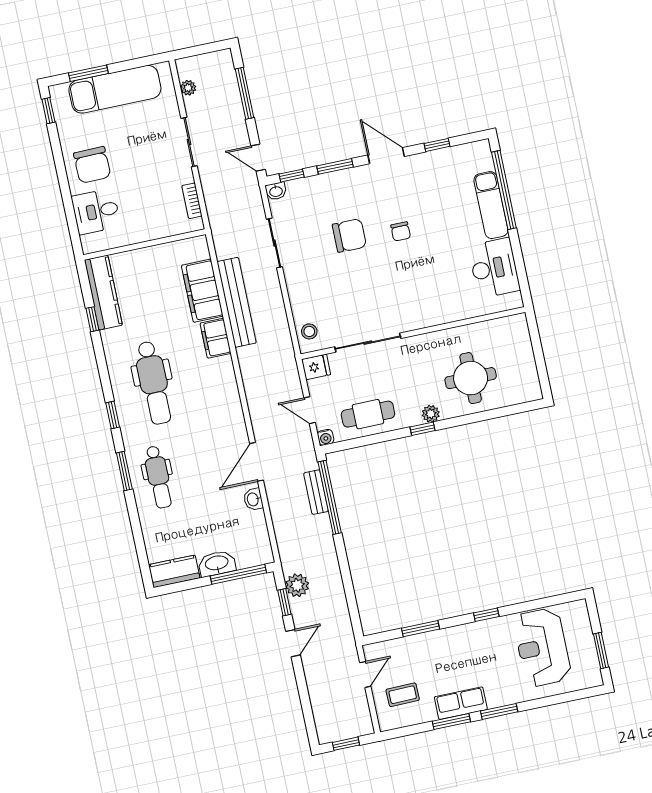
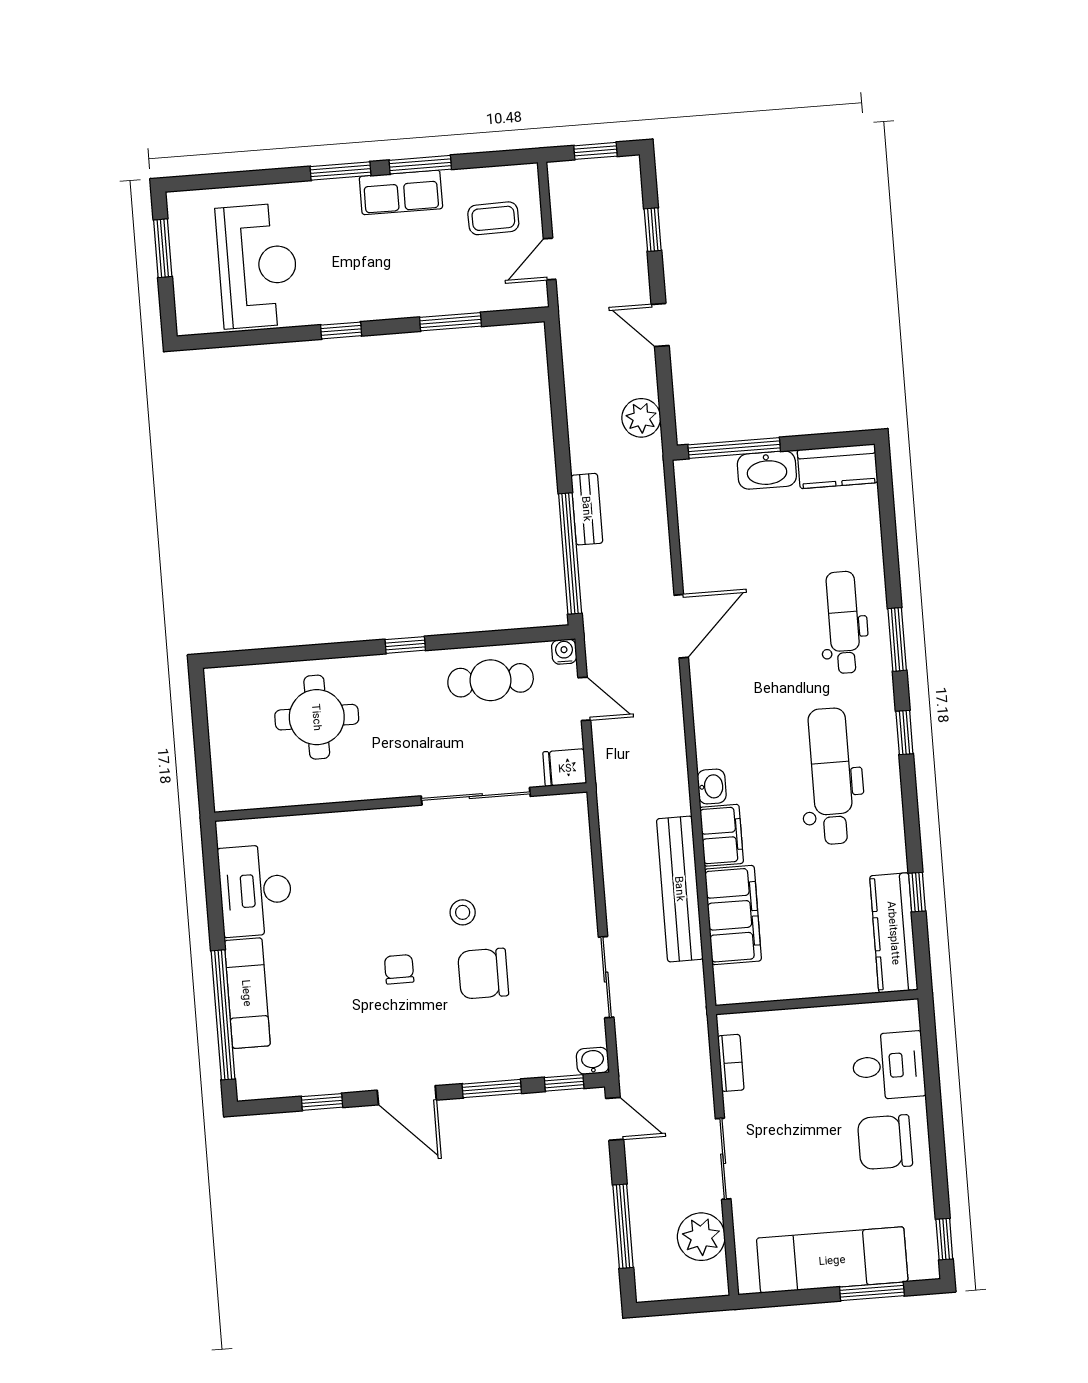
plant: (188, 88) -> (701, 1237), width x1.88, depth x1.88
chair: (92, 165) -> (885, 1142), turned -89
stool: (309, 331) -> (463, 912), moved
plant: (431, 414) -> (389, 668), removed
bench: (316, 492) -> (587, 509), moved
washbasin: (253, 499) -> (712, 787), moved
window: (284, 602) -> (653, 230), moved
door: (293, 643) -> (660, 325), hinge flipped

